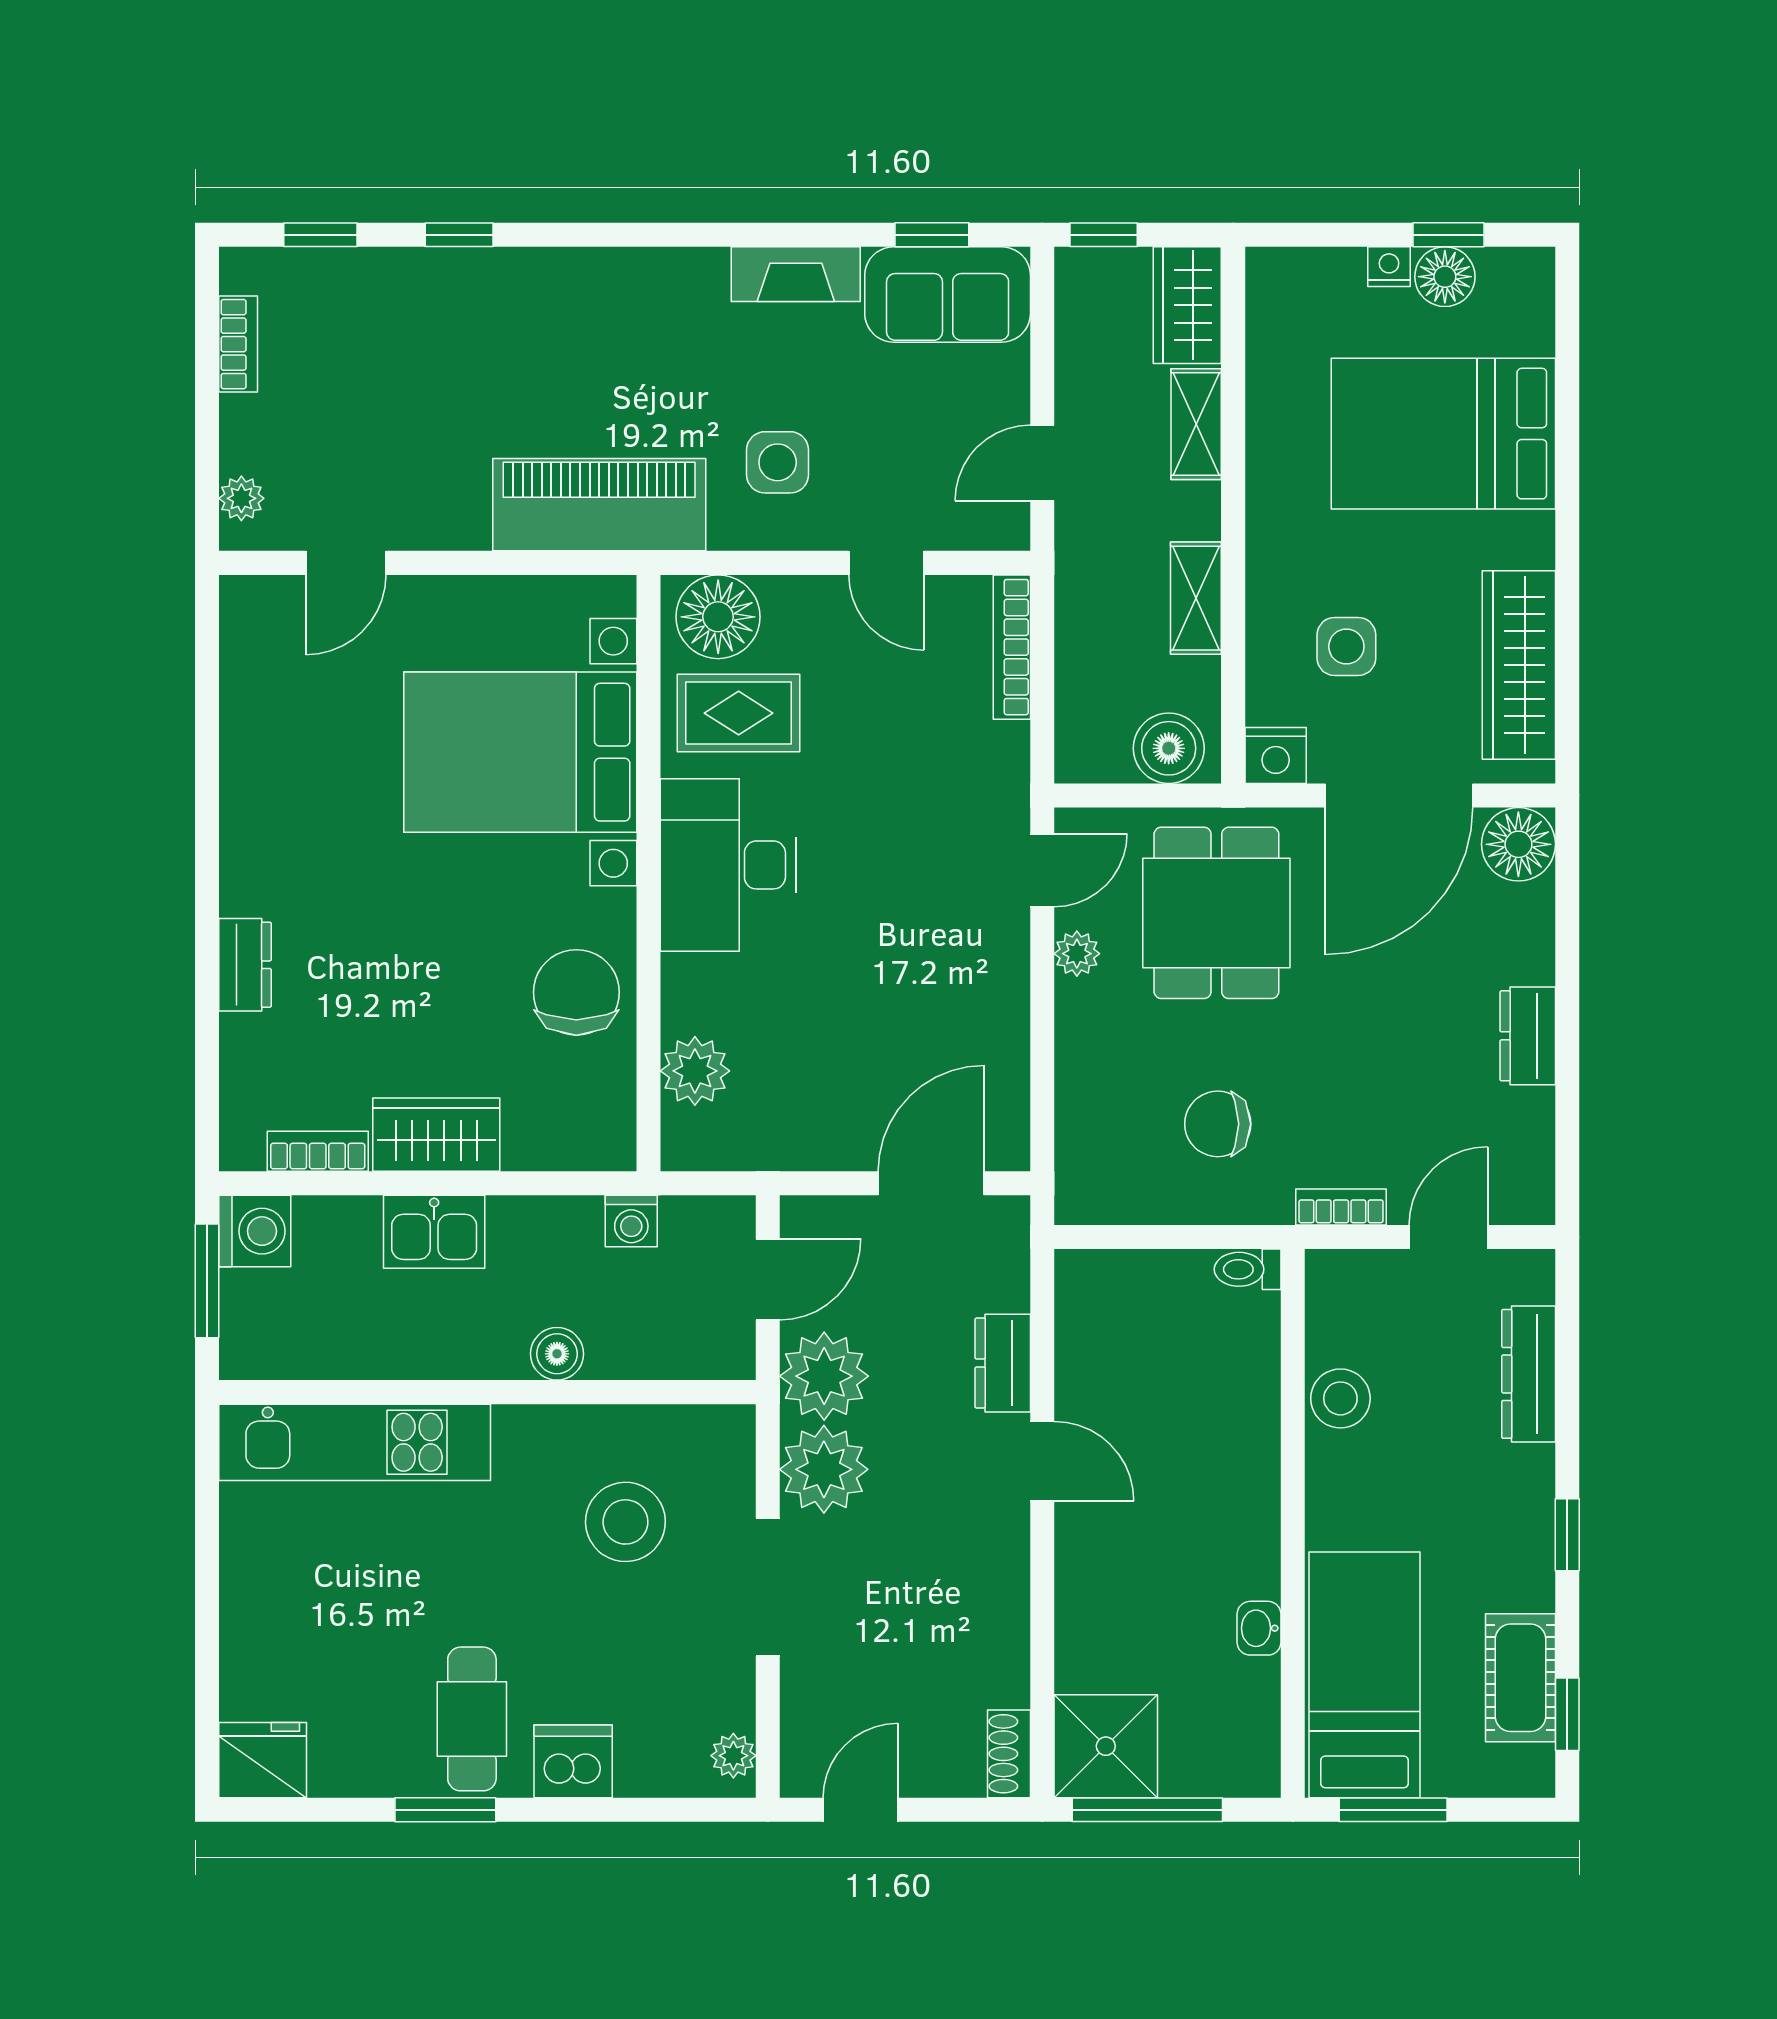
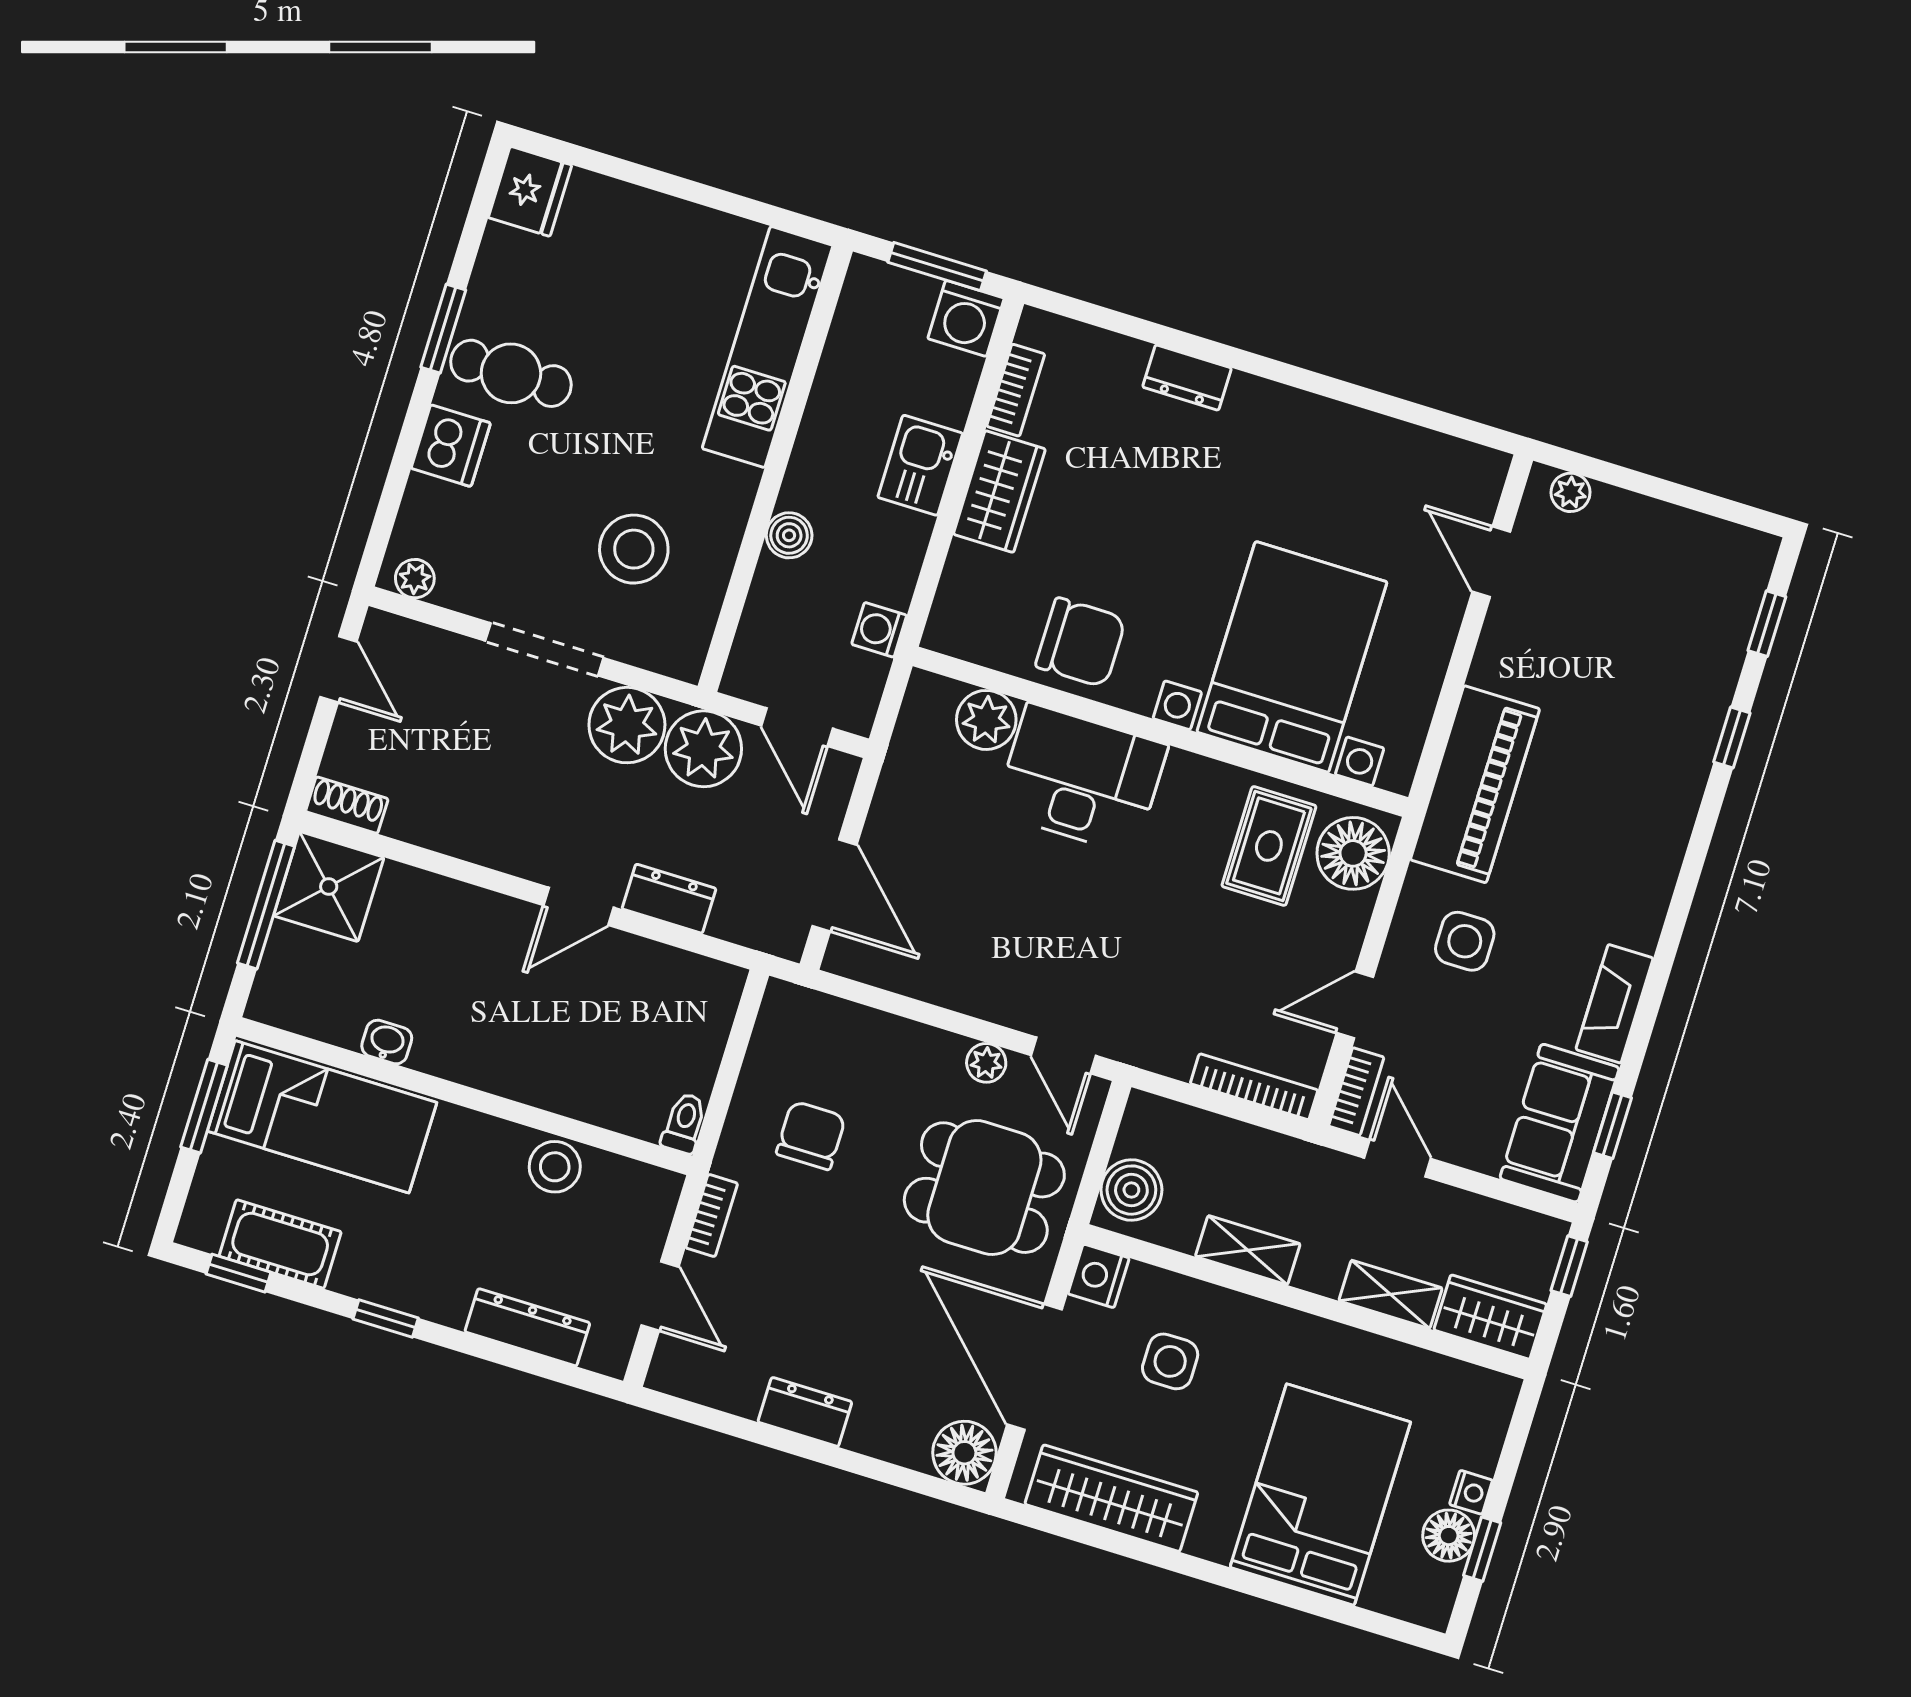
bookcase: (238, 344) -> (1356, 1092), moved, turned -90
desk: (728, 865) -> (1081, 779), moved

